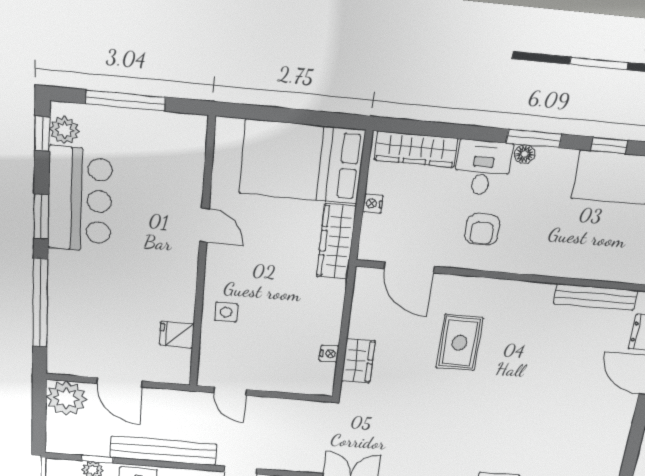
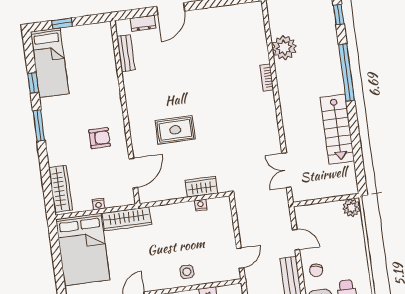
floor lamp: (525, 154) -> (49, 128), removed
desk: (483, 168) -> (63, 149), removed
bench: (595, 297) -> (126, 53), width x0.73

